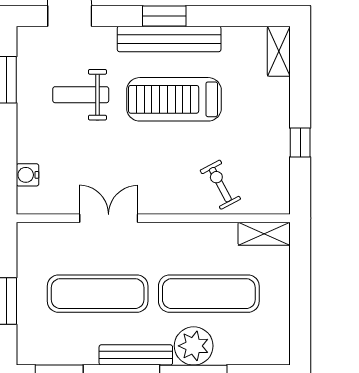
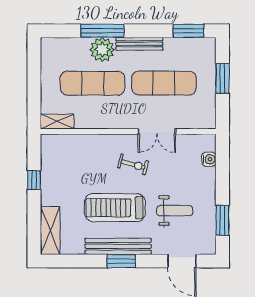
shelving: (279, 51) -> (50, 230), width x1.50, depth x1.33
treadmill: (174, 99) -> (115, 208), turned 180
exercise bike: (220, 185) -> (133, 164), moved, turned -47

